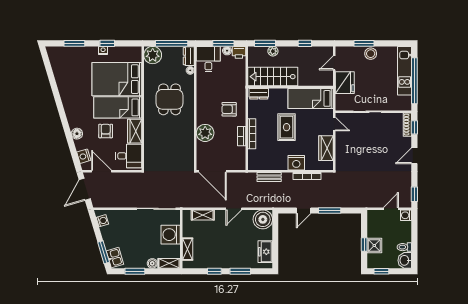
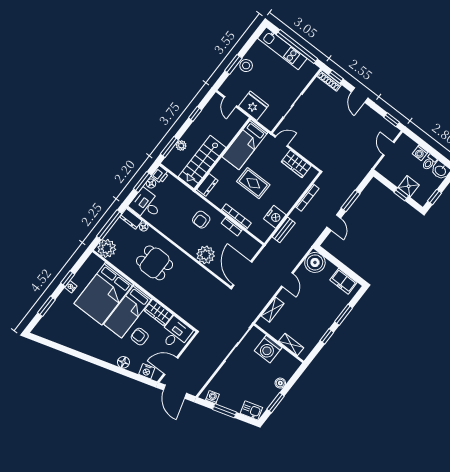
nightstand: (296, 163) -> (275, 217), moved
door: (213, 171) -> (242, 273), swing flipped
washing machine: (406, 215) -> (420, 153), moved
window: (104, 252) -> (224, 411), moved
shelving: (169, 263) -> (291, 369), removed

